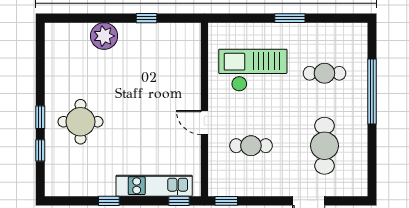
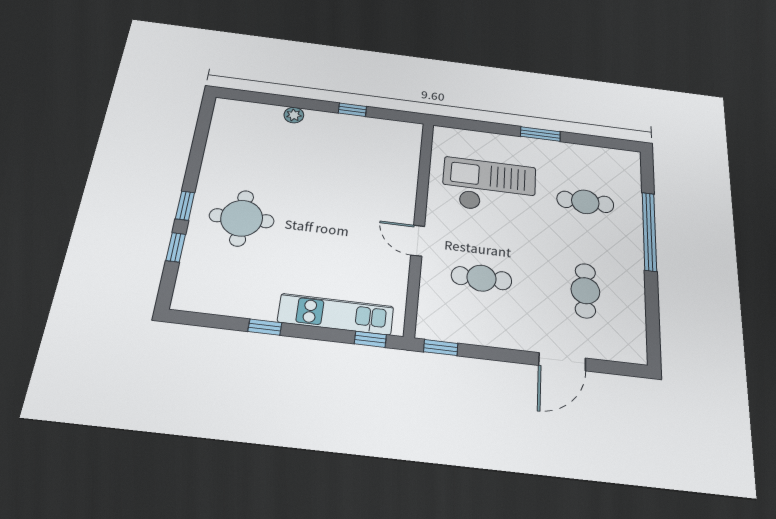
plant: (104, 36) -> (294, 115), width x0.53, depth x0.53
cafe table: (324, 146) -> (585, 291), width x0.73, depth x0.74

